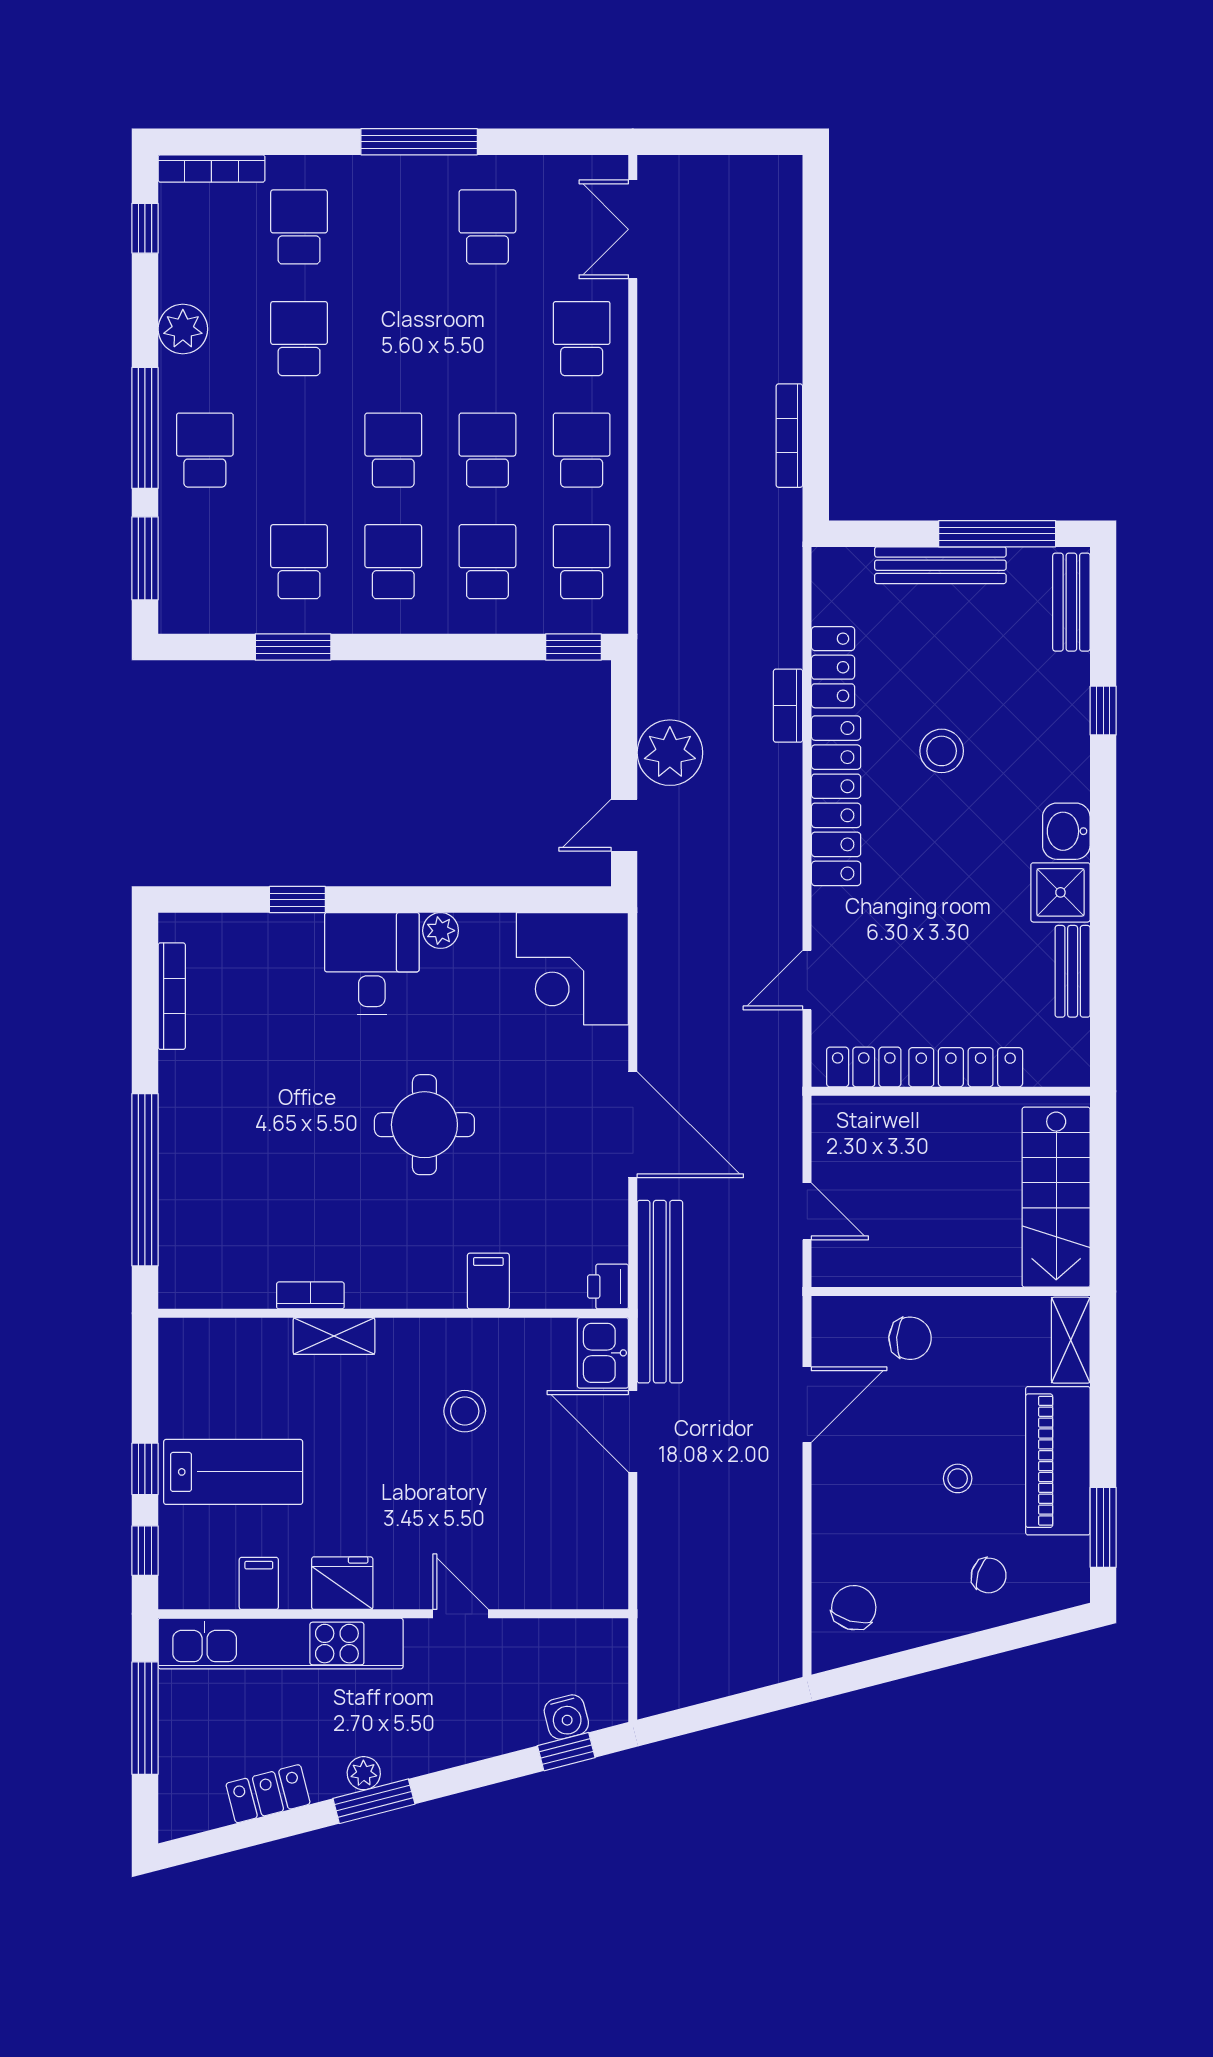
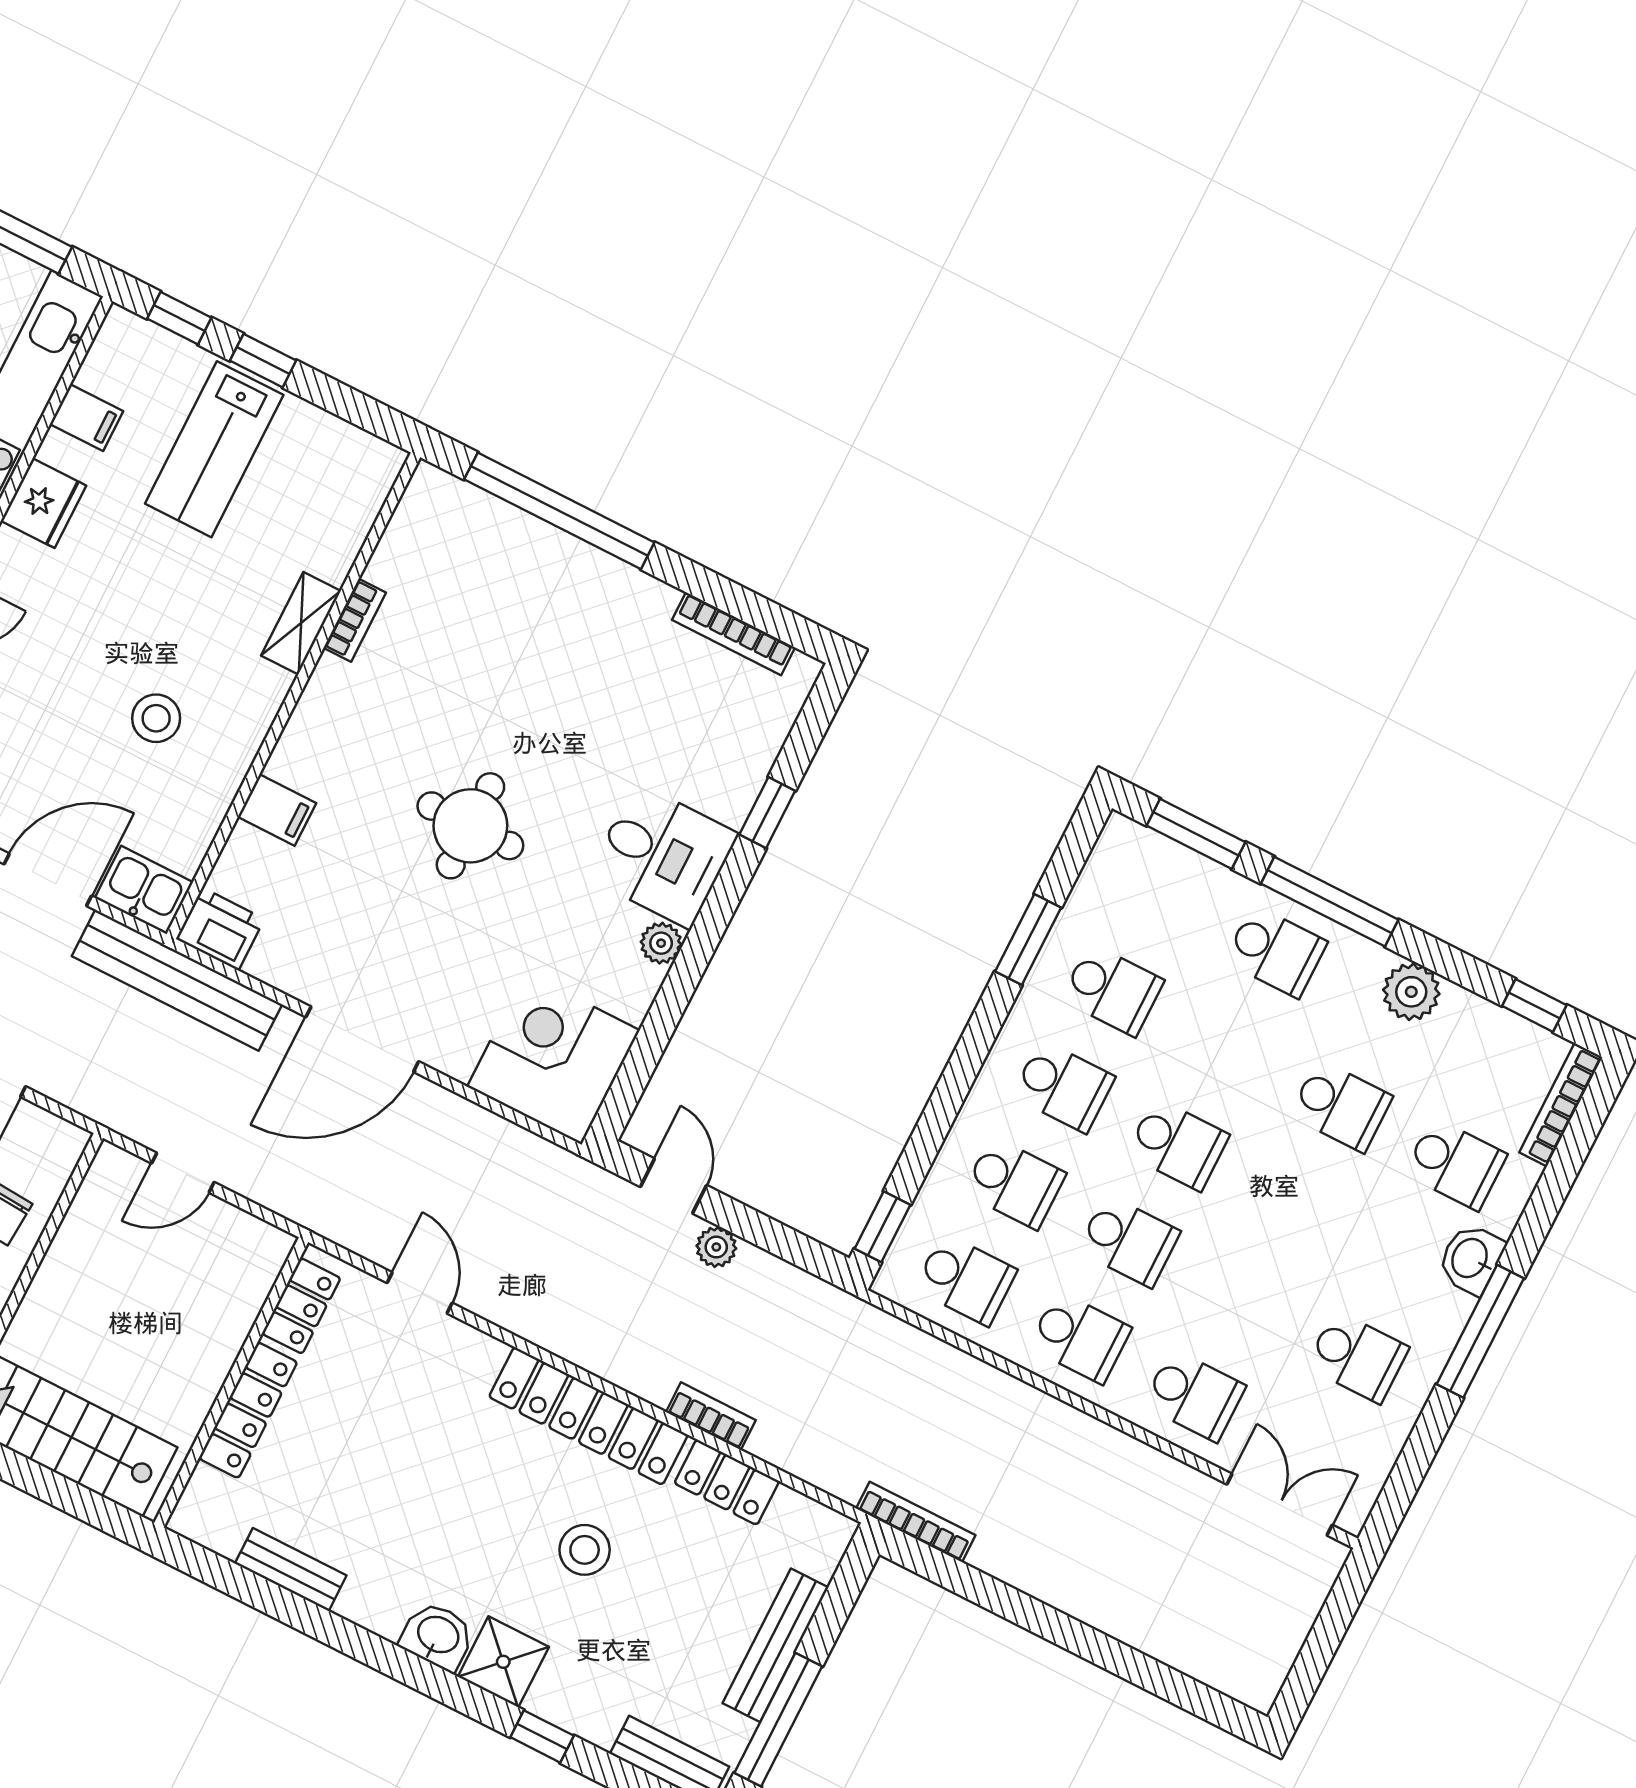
washbasin: (367, 178) -> (1471, 1259), added
bookcase: (789, 436) -> (916, 1522), moved
plant: (670, 753) -> (716, 1247), width x0.53, depth x0.53
shower: (1060, 892) -> (503, 1662), moved
printer: (608, 1287) -> (220, 929), width x1.36, depth x1.24

